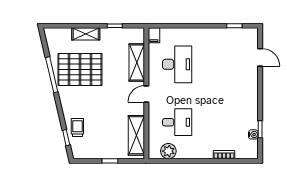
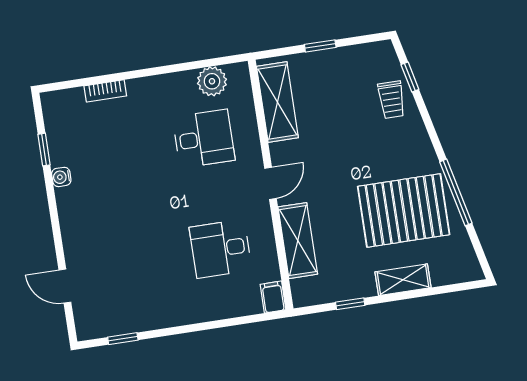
desk: (177, 64) -> (221, 249), width x0.73
desk: (177, 122) -> (204, 139), turned 180
water cooler: (253, 134) -> (61, 177), moved

